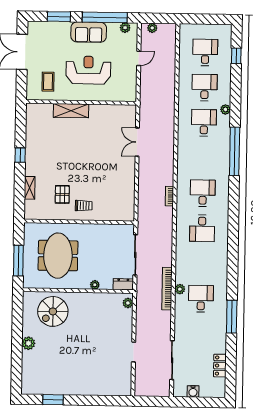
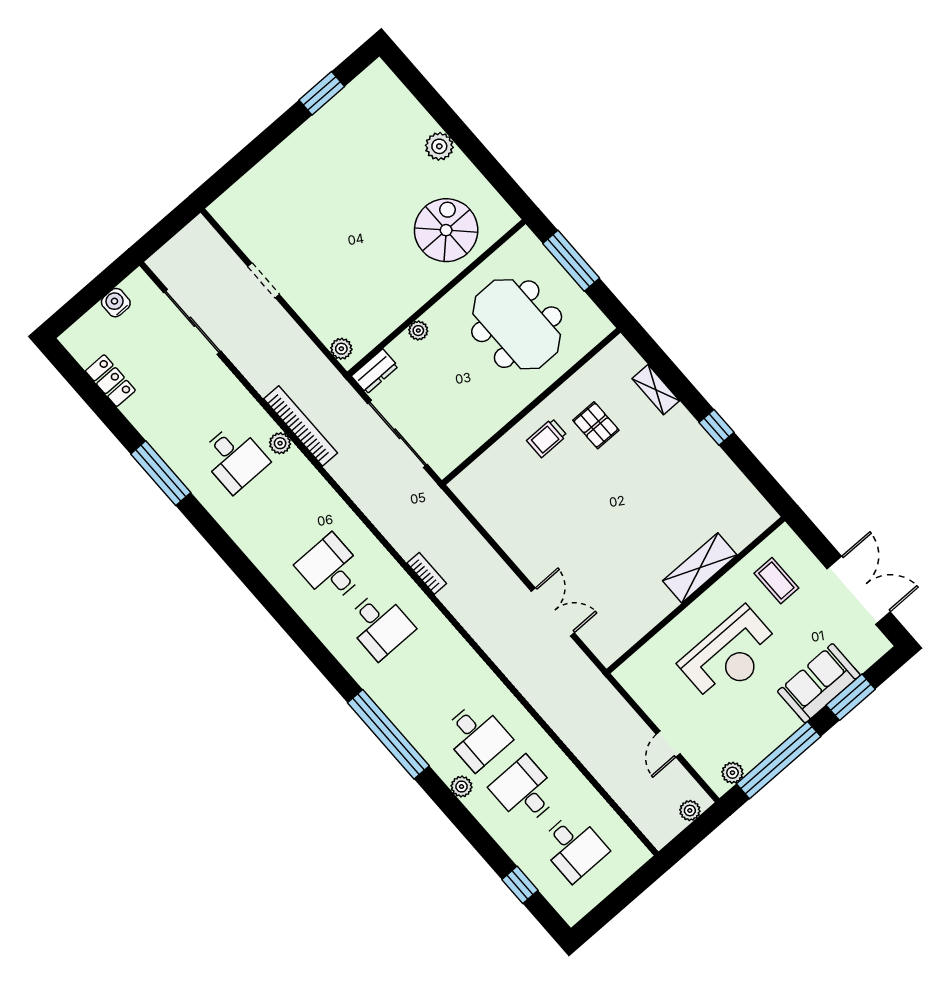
sofa: (89, 32) -> (819, 683), moved
desk: (205, 88) -> (525, 791), turned 180

